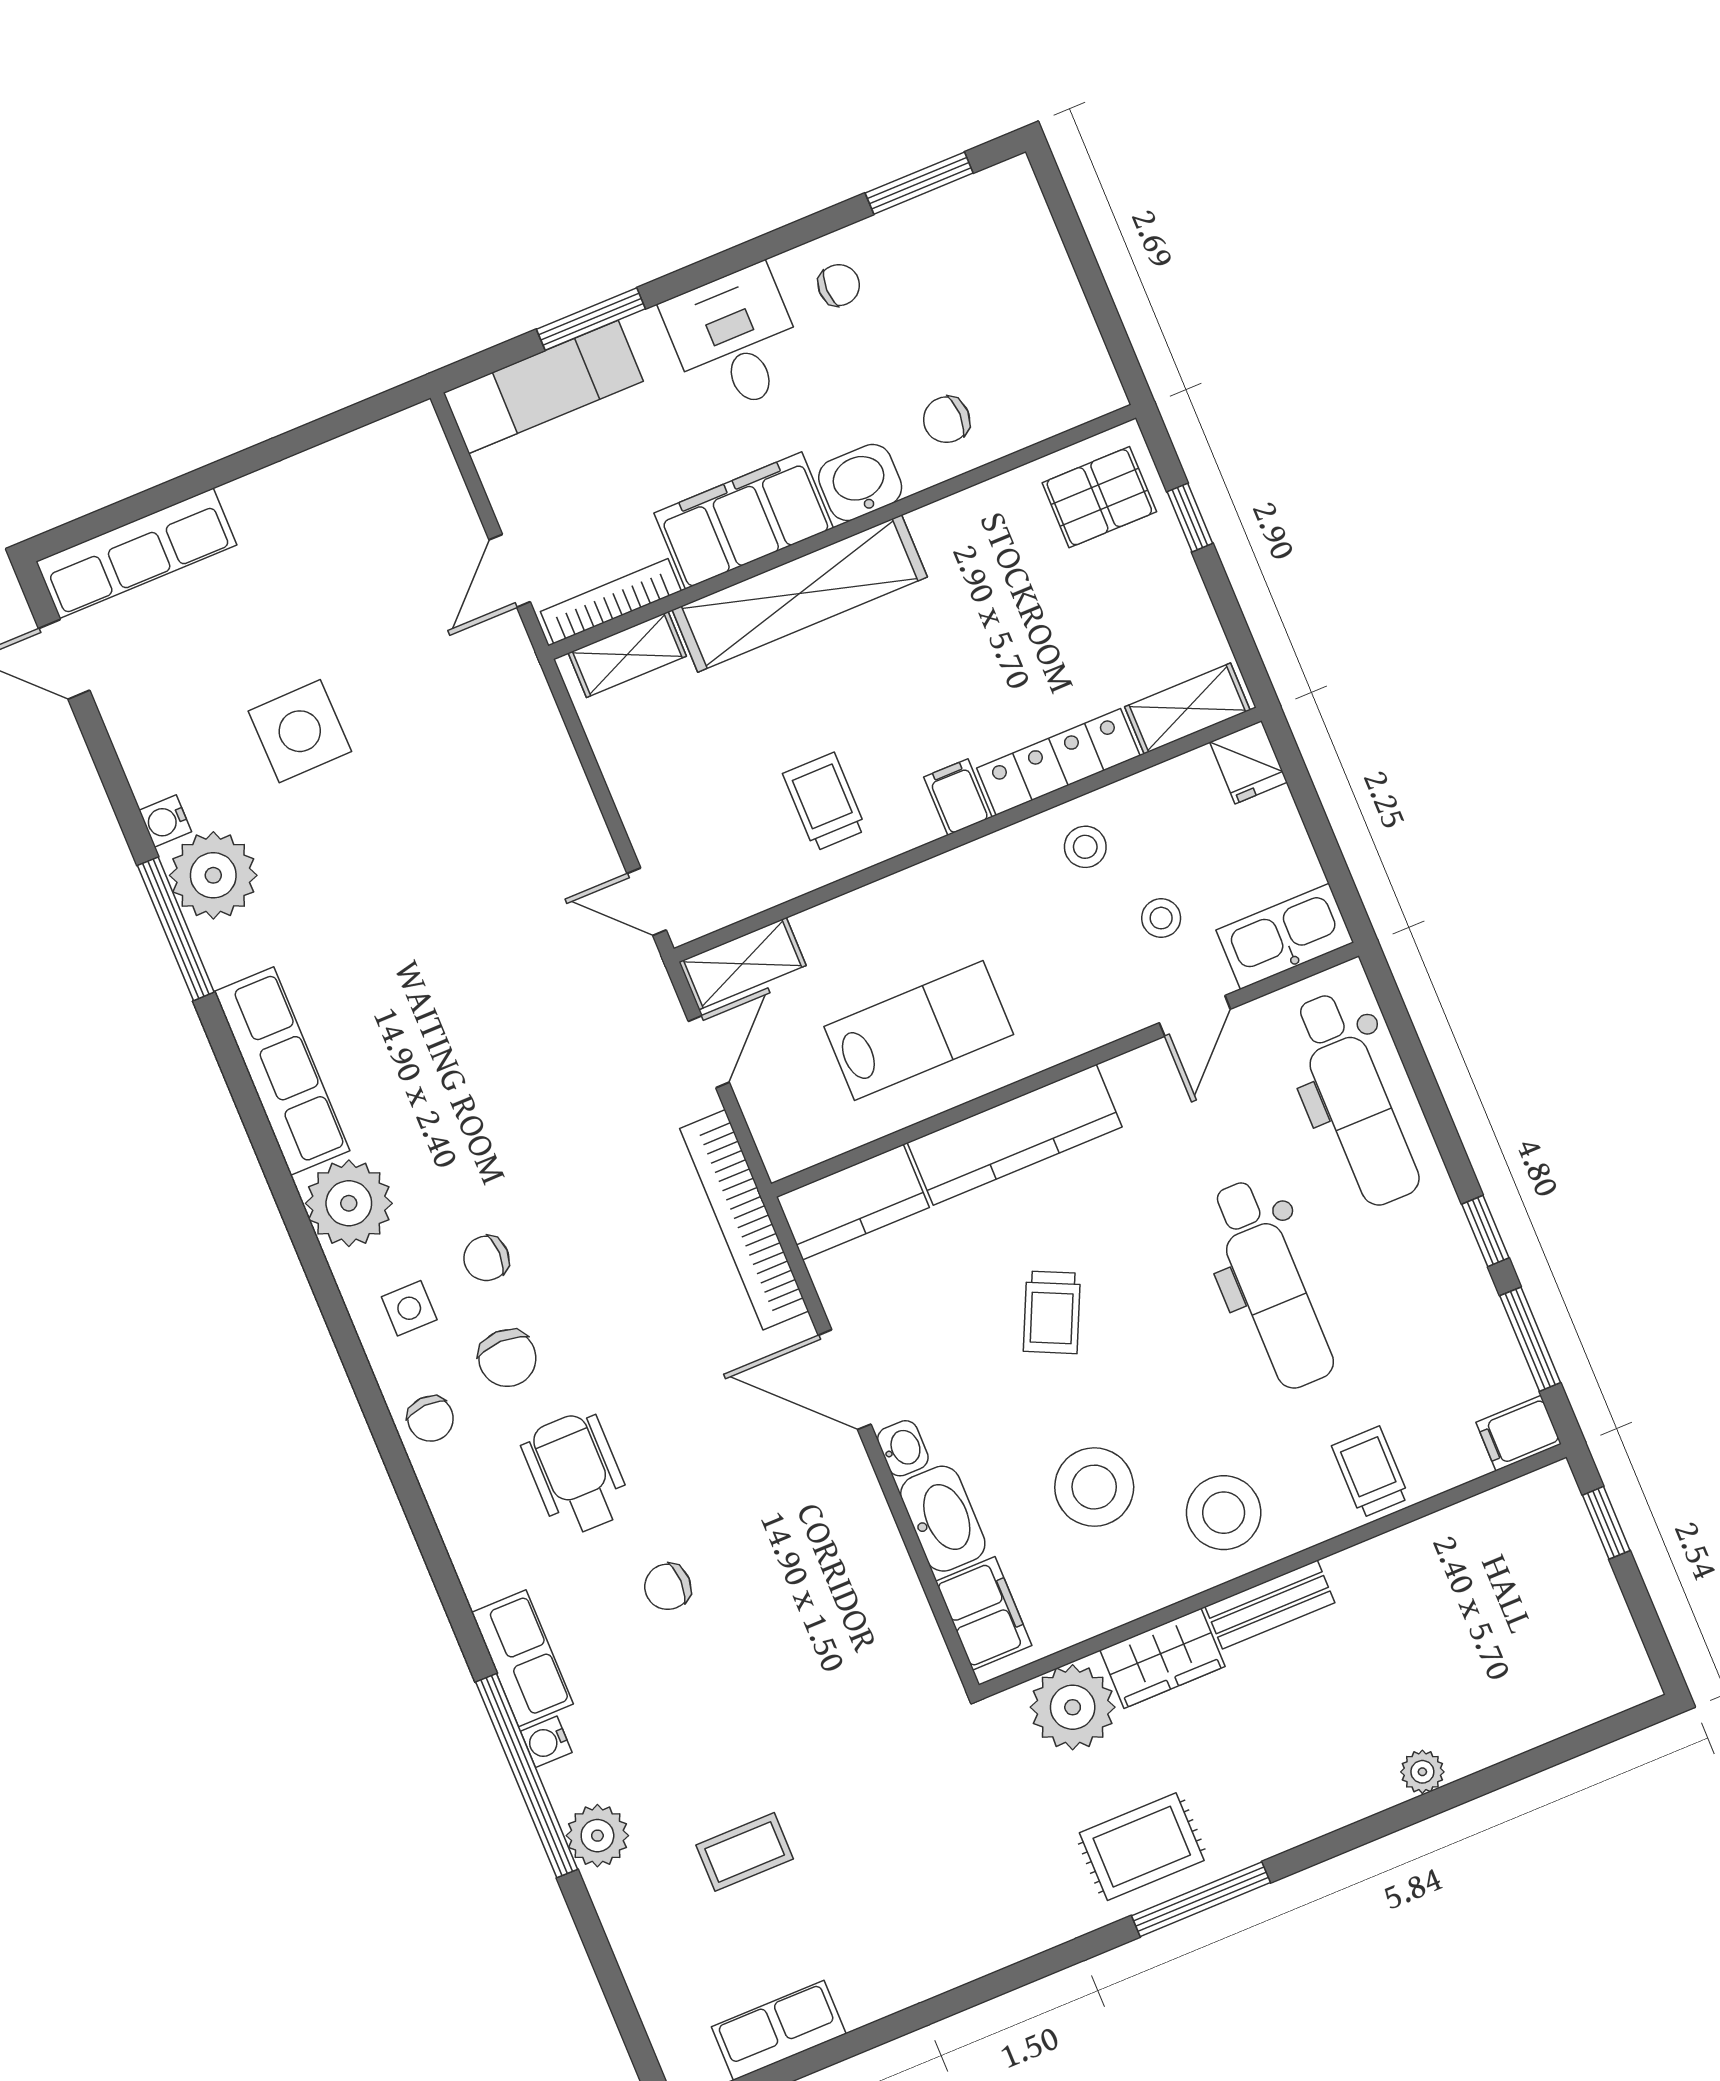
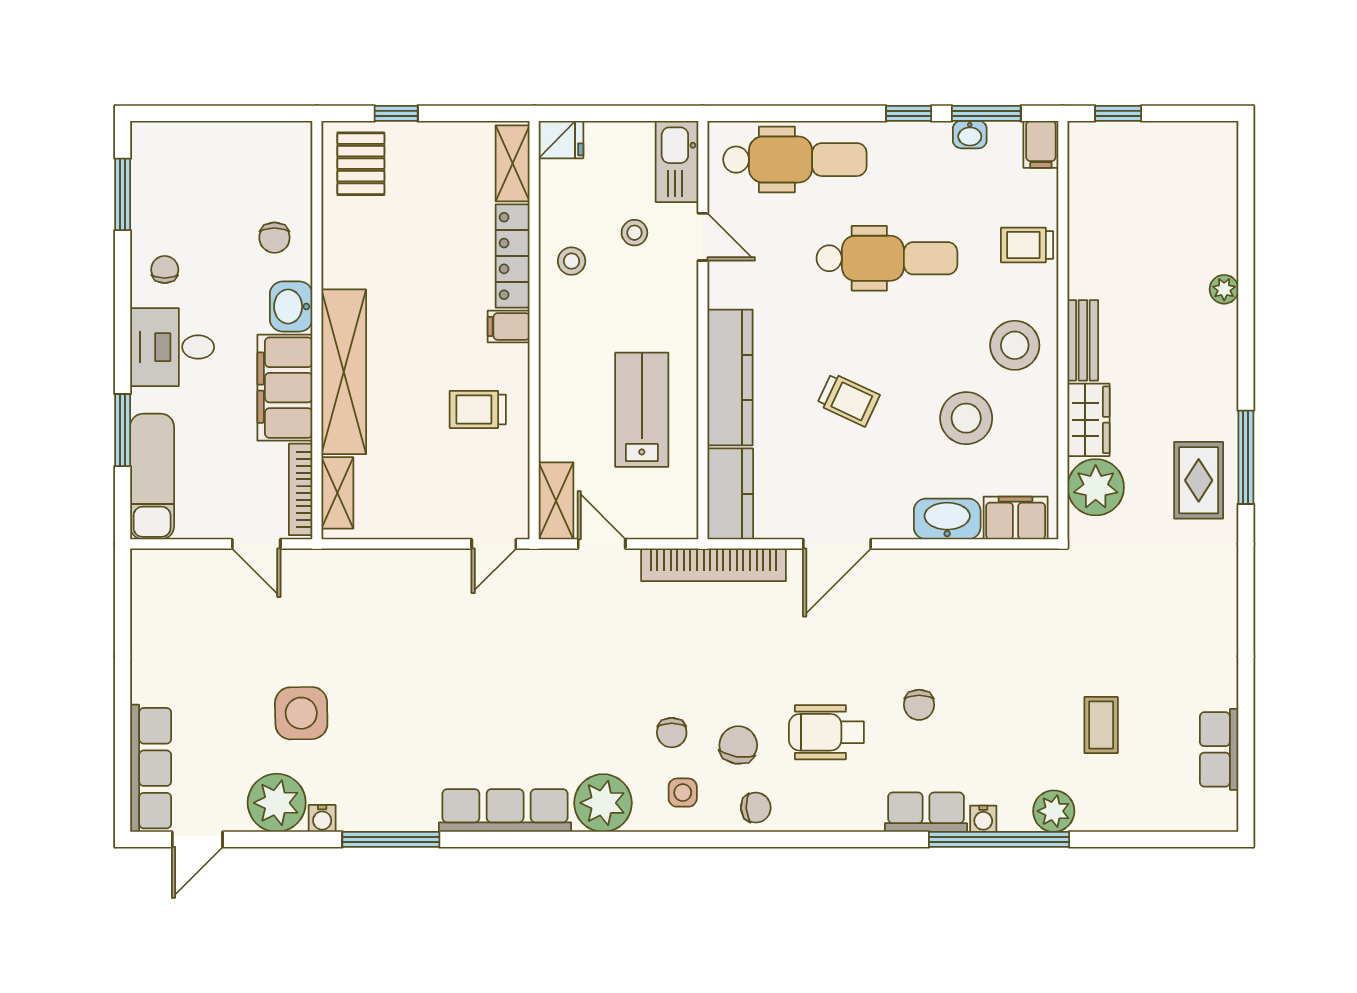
plant: (213, 875) -> (277, 803), moved
chair: (507, 1358) -> (738, 745), turned -81
washbasin: (903, 1448) -> (970, 135), moved, turned 180

